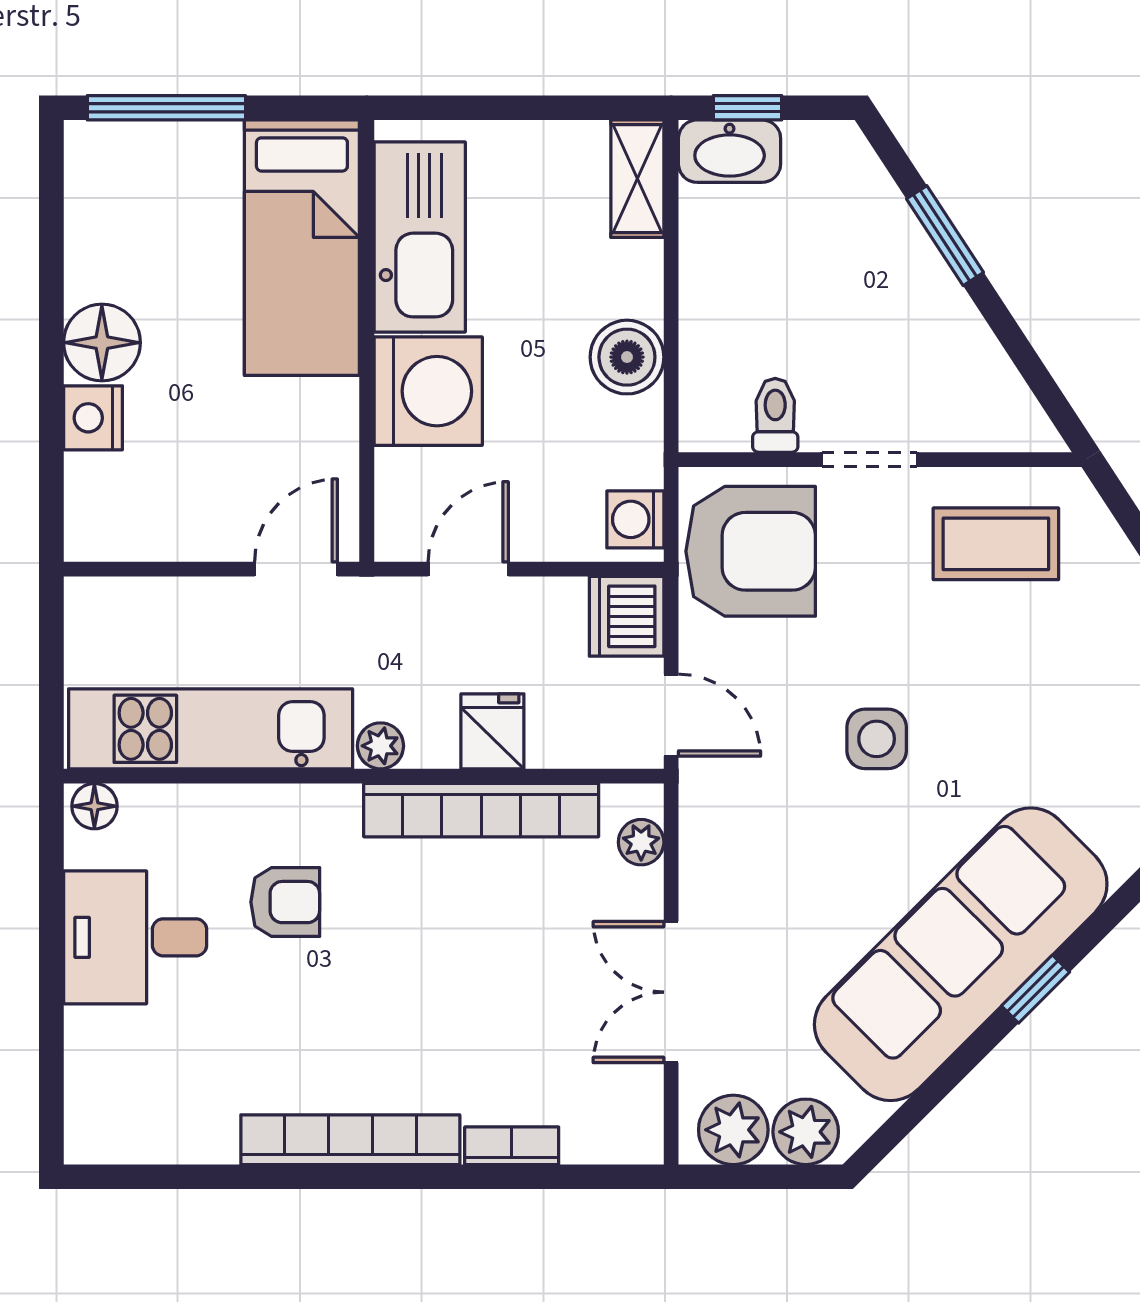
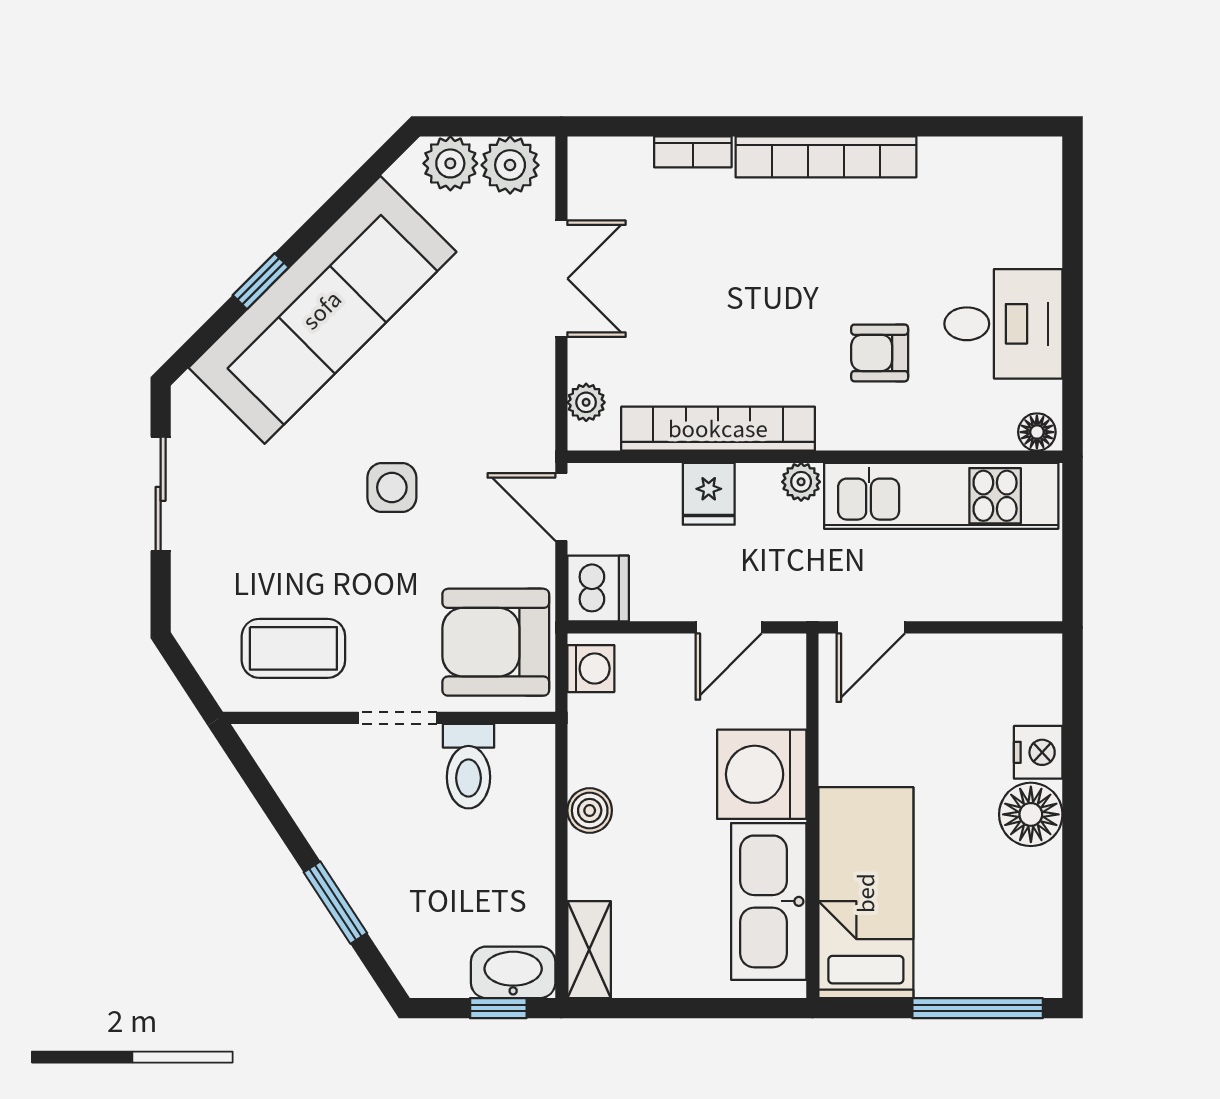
boiler: (627, 357) -> (590, 810), width x0.73, depth x0.73
toilet: (775, 415) -> (468, 766), width x1.37, depth x1.39

